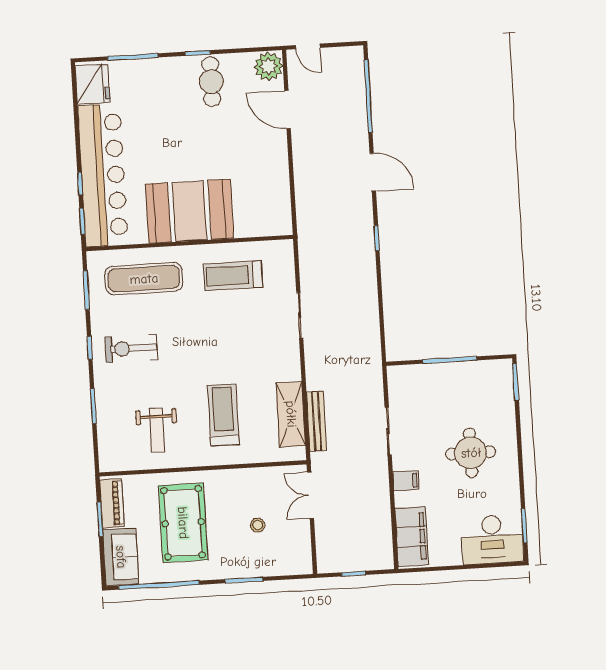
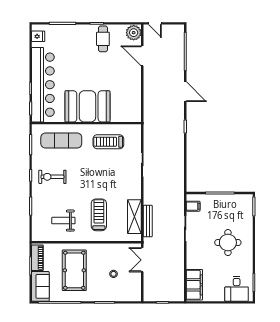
fridge: (92, 84) -> (38, 36), width x0.53, depth x0.75
weight bench: (157, 430) -> (63, 221), turned 90
filing cabinet: (406, 481) -> (193, 206), moved
desk: (492, 539) -> (237, 289), width x0.73

